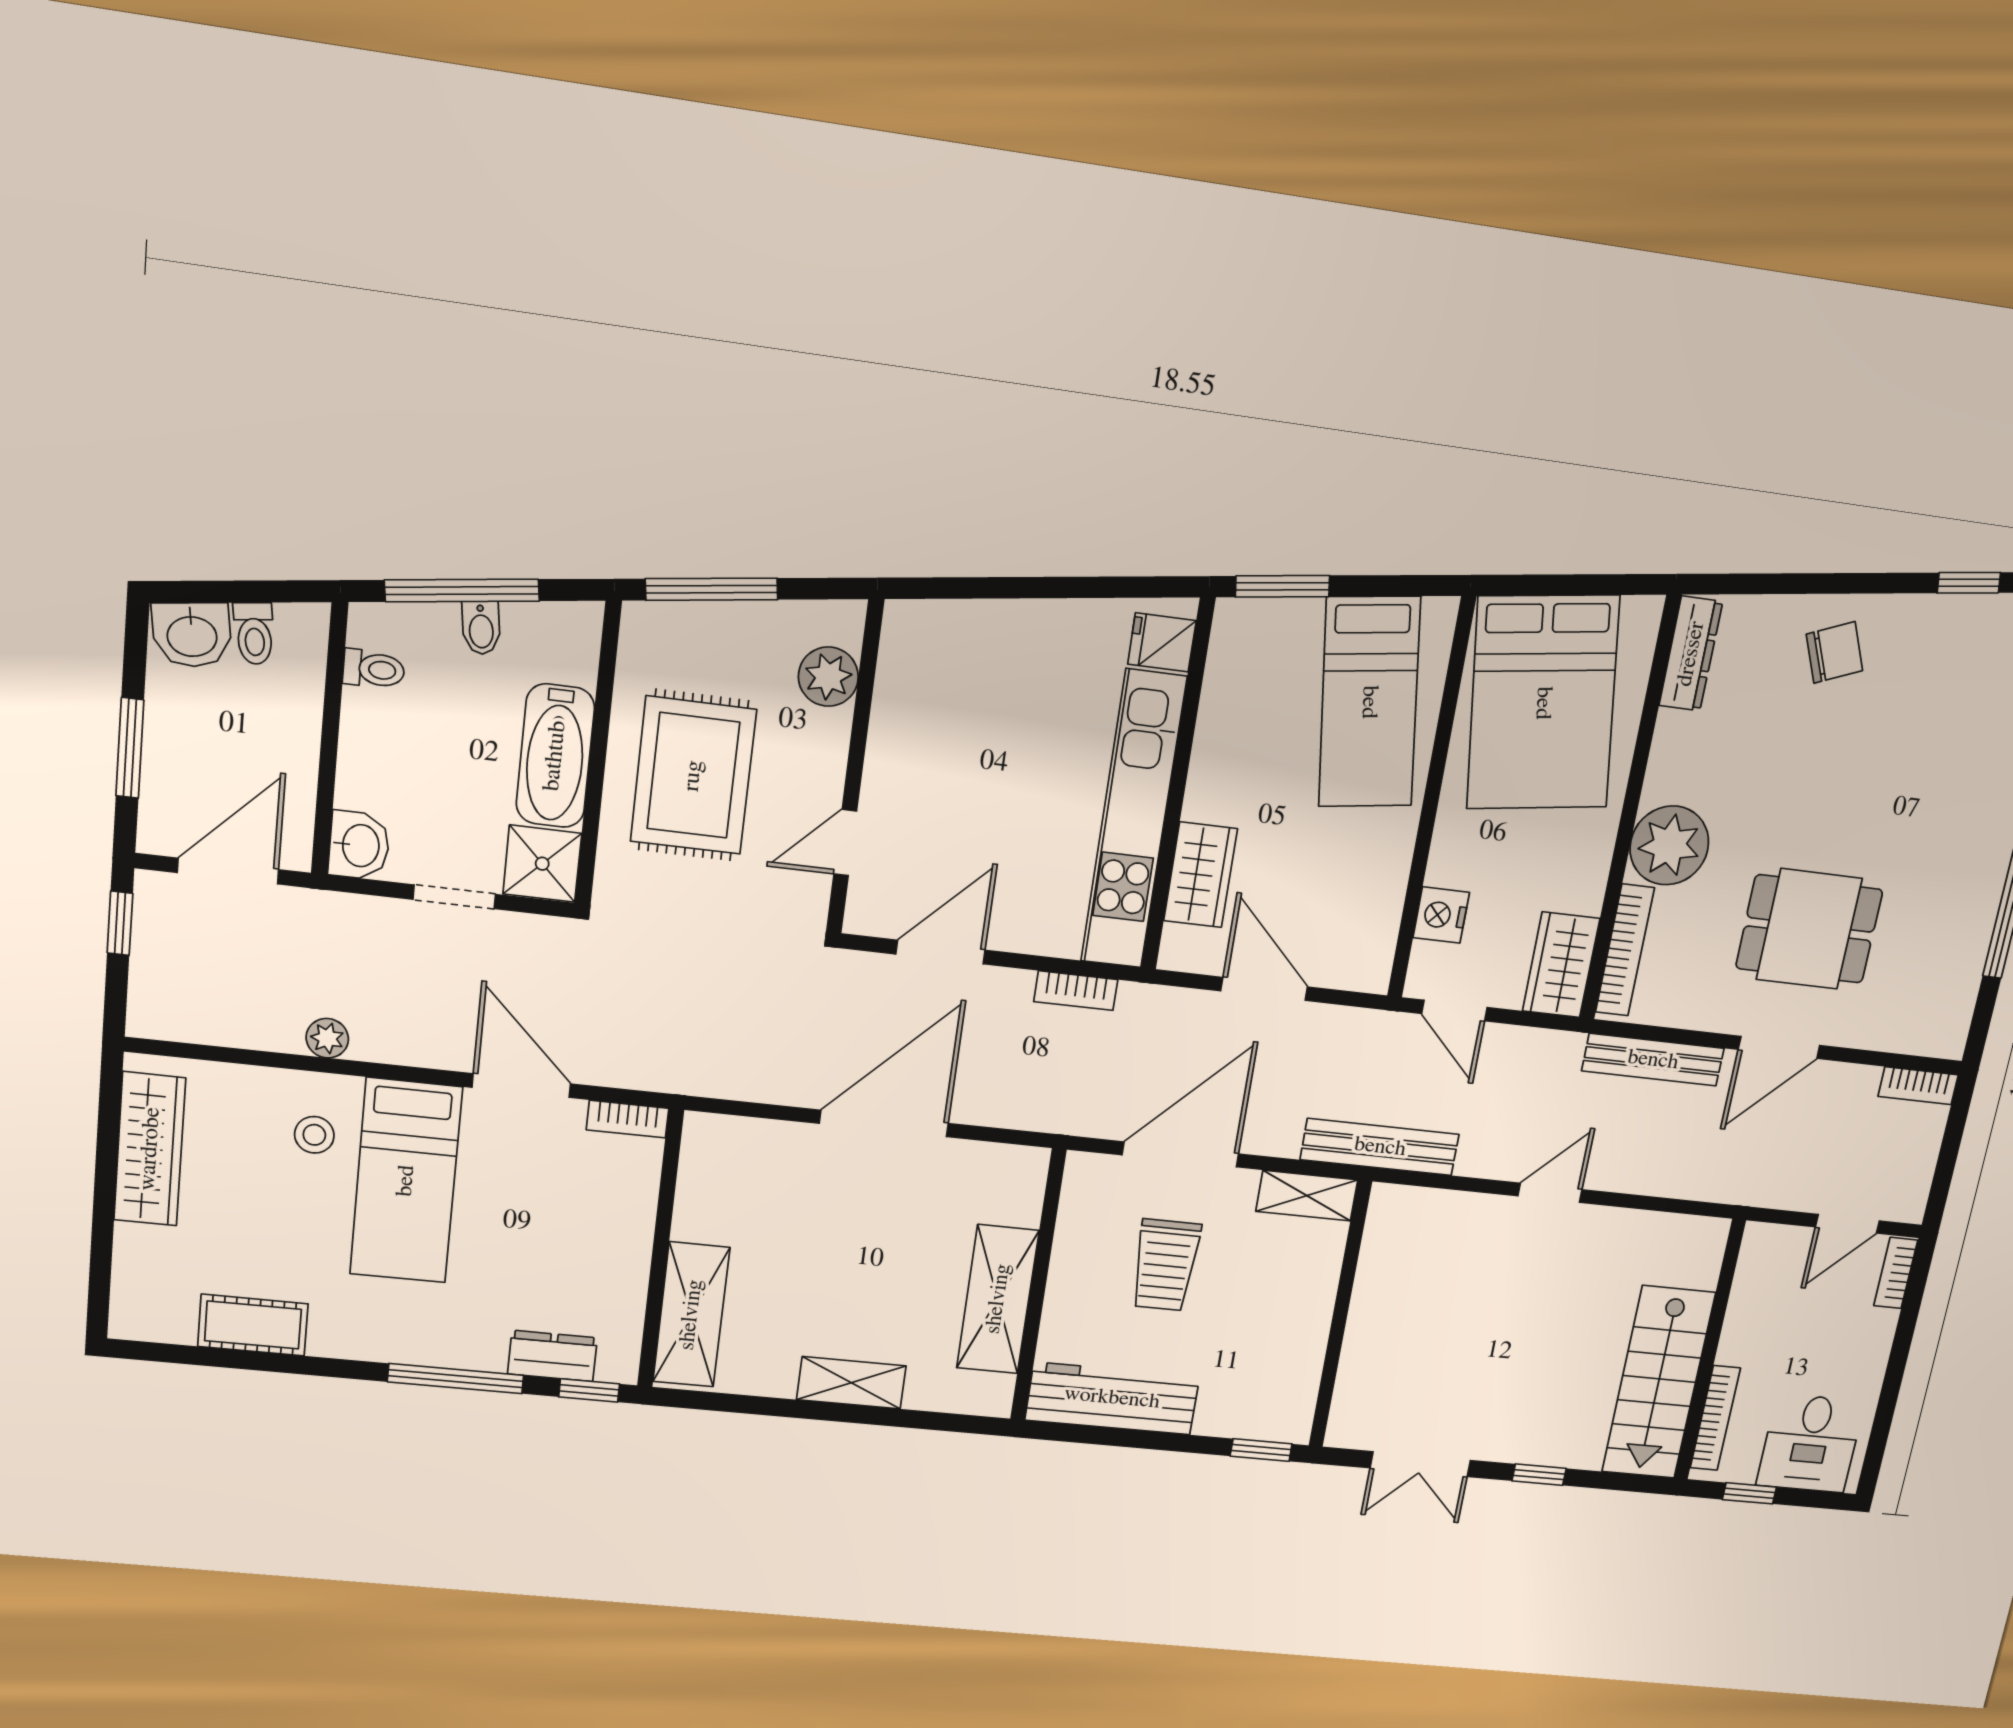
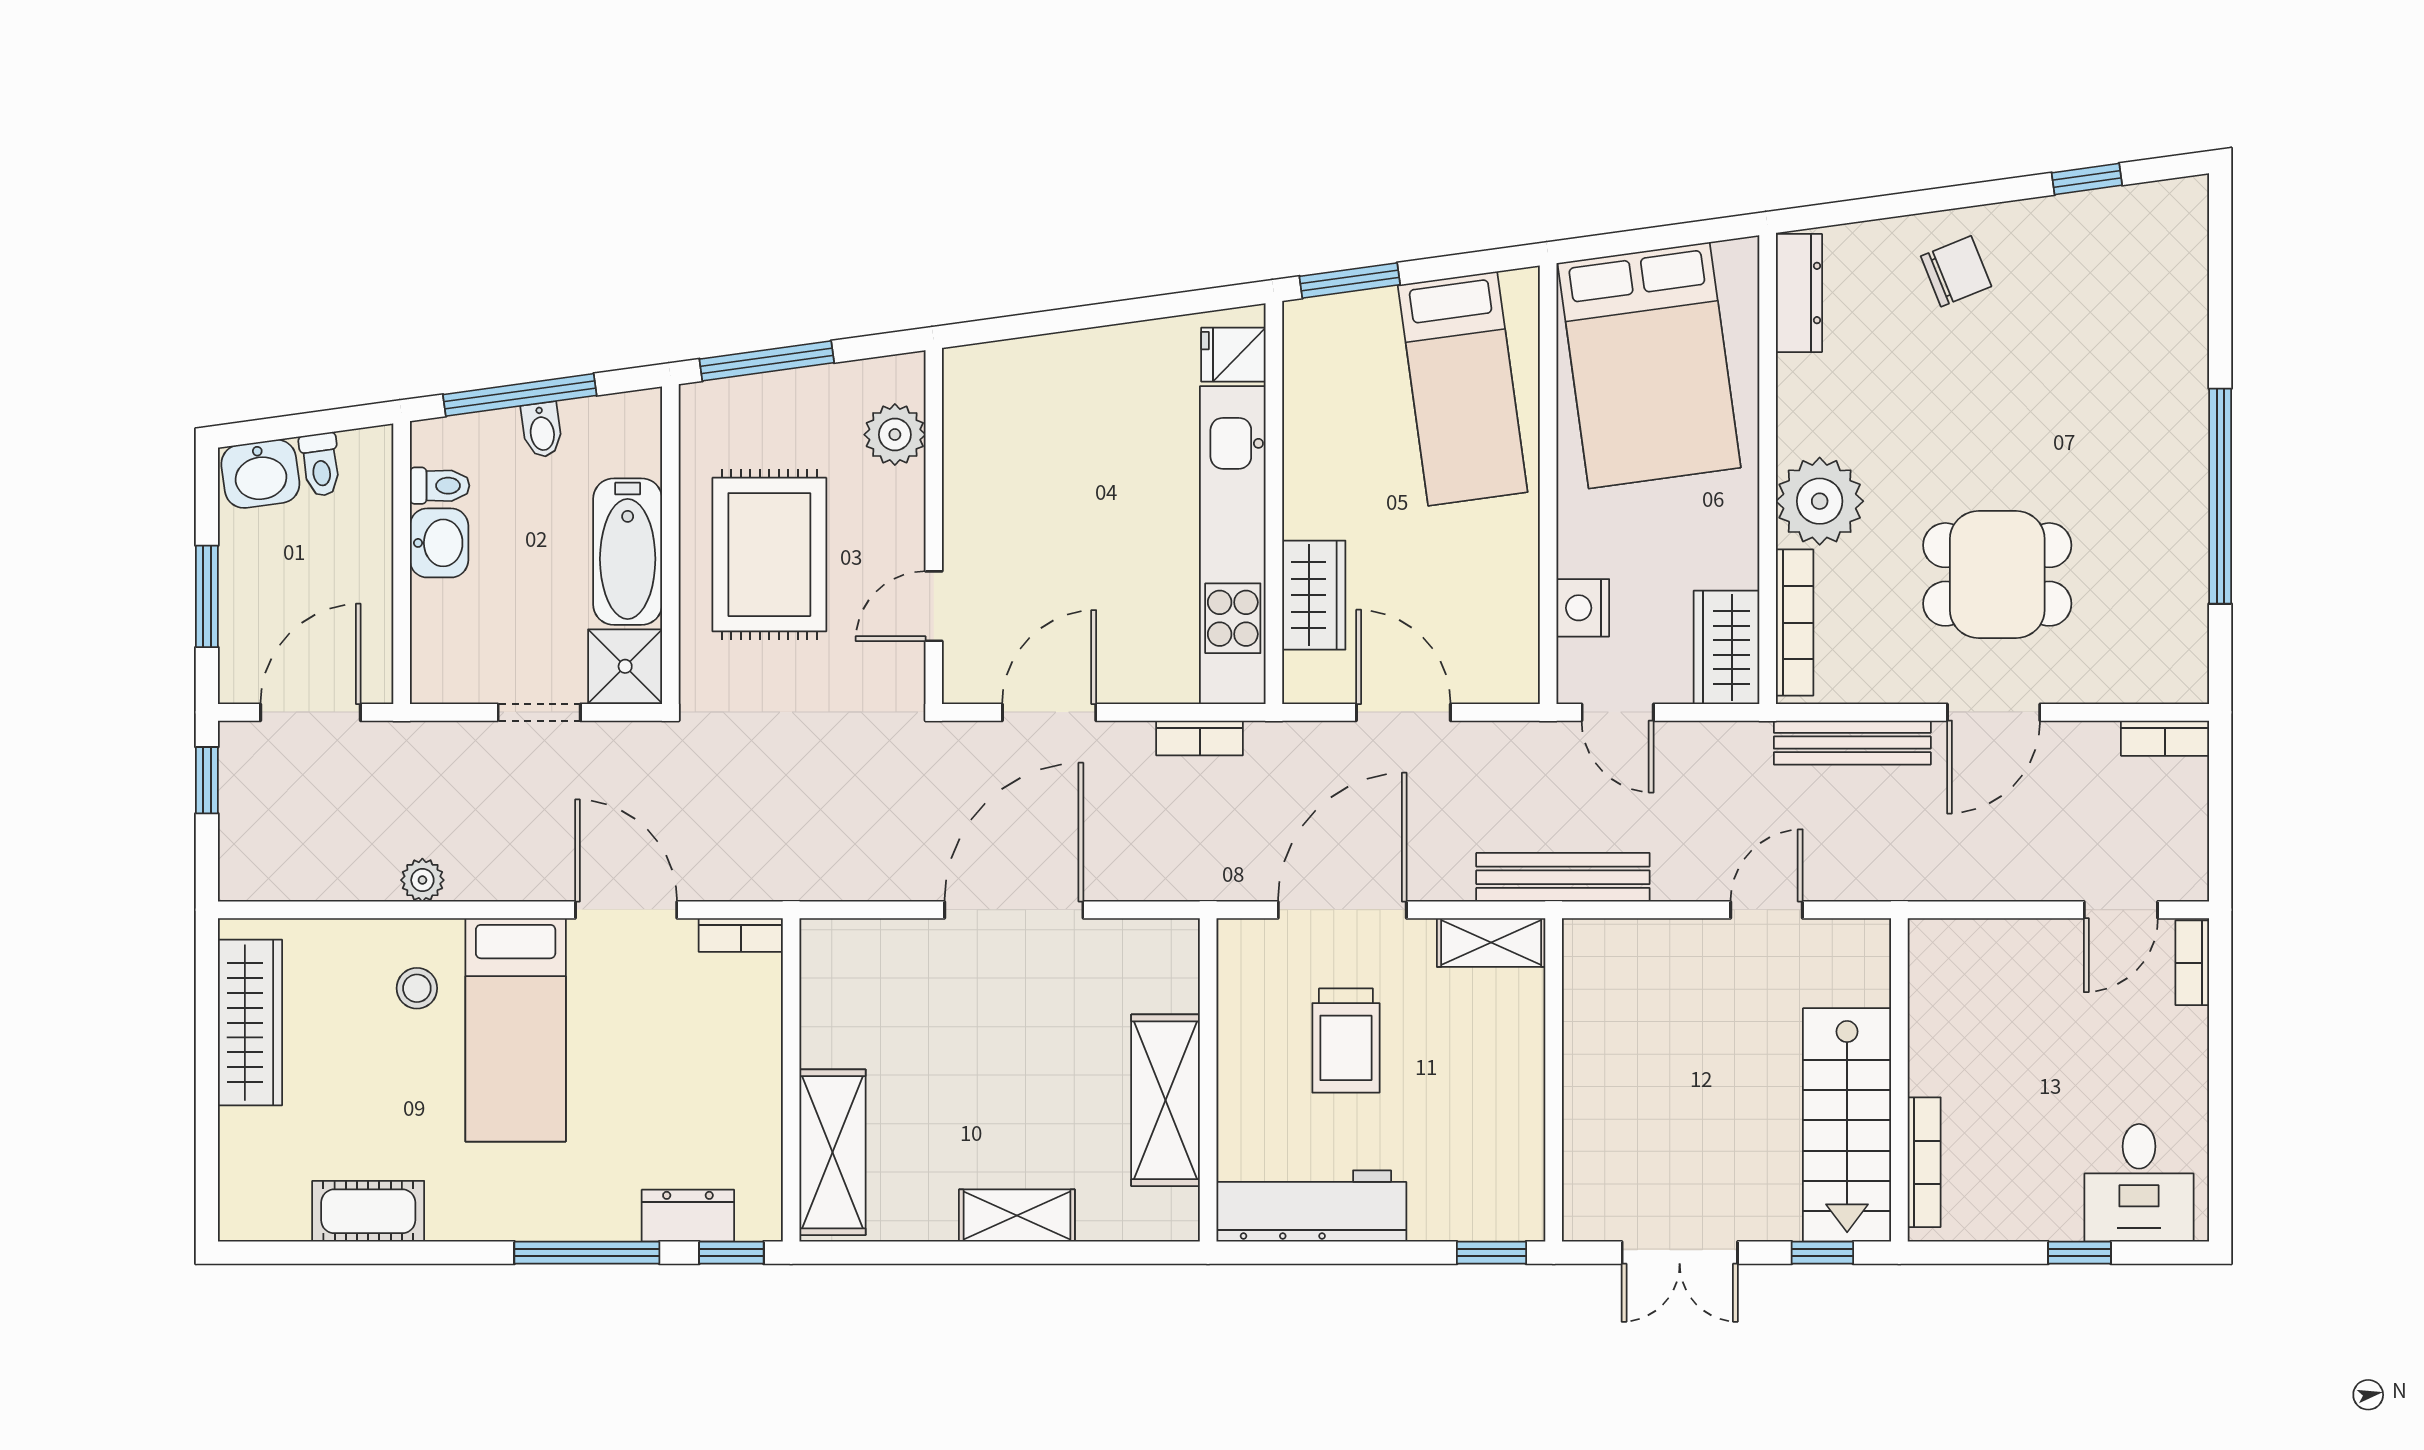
washbasin: (359, 845) -> (439, 543), moved
wall: (1710, 1351) -> (1899, 1080), moved
stairs: (1658, 1383) -> (1847, 1125), moved
bookcase: (1715, 1418) -> (1924, 1162), moved

